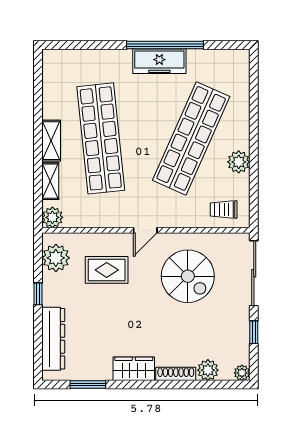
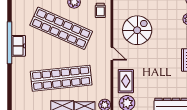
freezer: (159, 61) -> (19, 46), width x0.71
rug: (107, 270) -> (126, 81), moved

